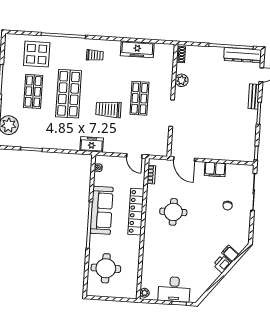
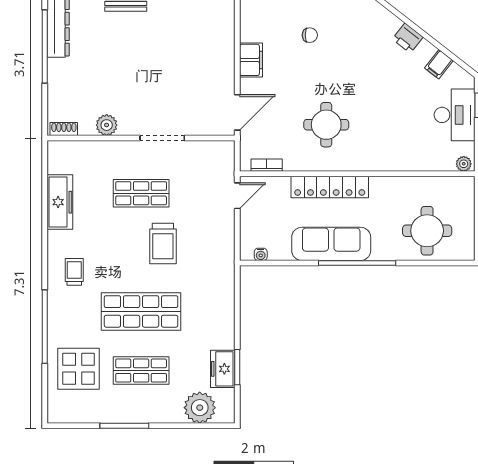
freezer: (92, 144) -> (223, 369), moved
filing cabinet: (230, 254) -> (439, 64), moved

